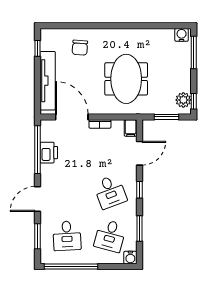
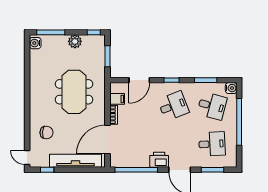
door: (51, 26) -> (27, 157), added
meeting table: (126, 79) -> (74, 92), turned 90
plant: (183, 100) -> (75, 41), moved
filing cabinet: (131, 128) -> (117, 99), moved
printer: (49, 153) -> (159, 160), moved
door: (139, 153) -> (139, 80), swing flipped
window: (71, 267) -> (239, 122), moved

